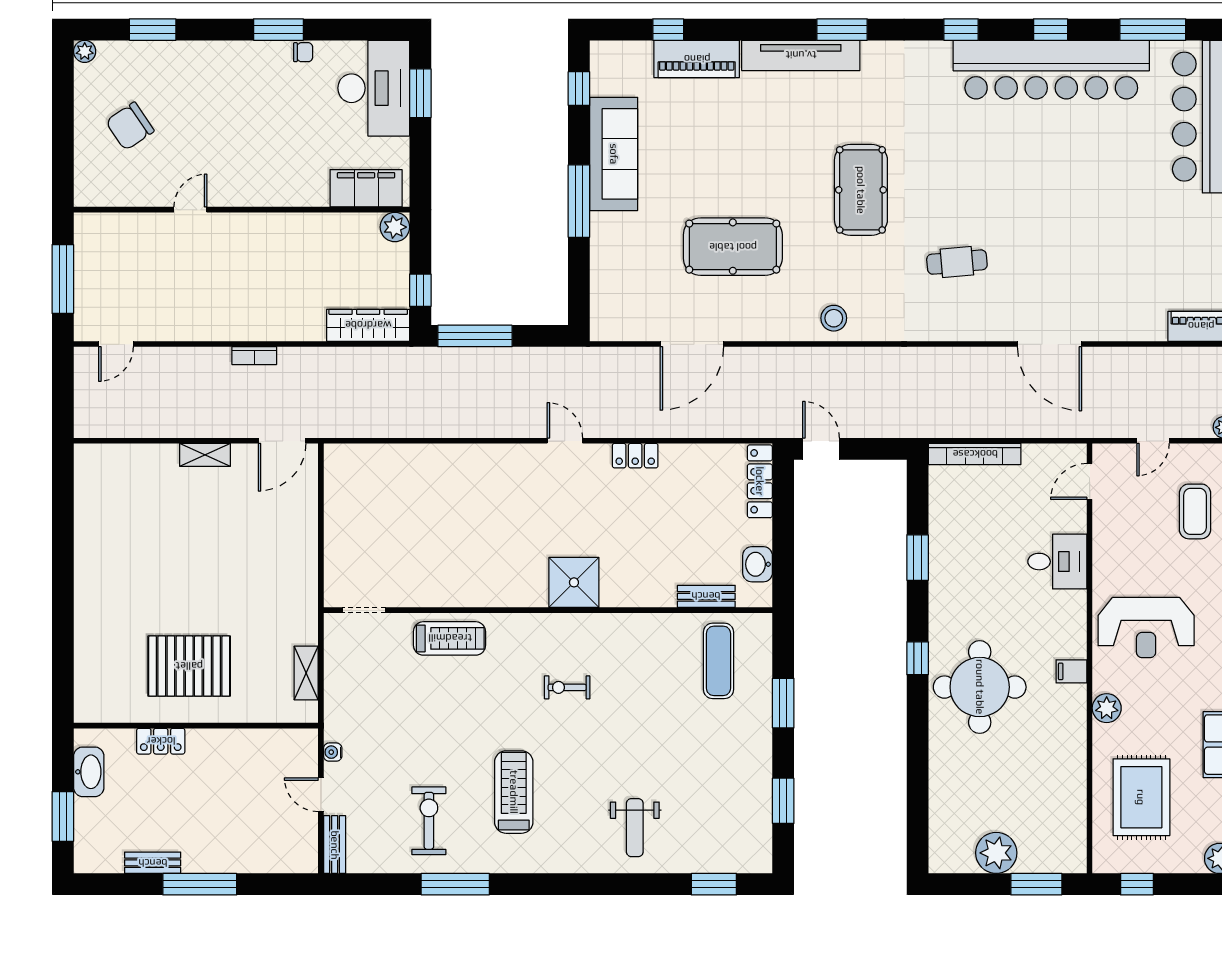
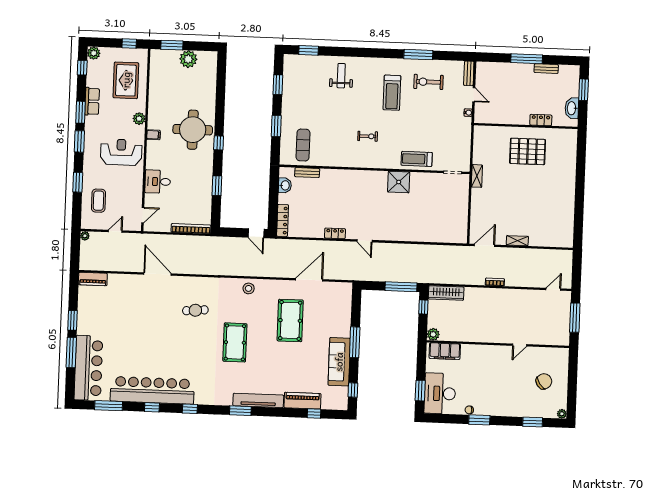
pool table: (733, 247) -> (290, 320), turned 90
shower: (574, 582) -> (399, 182), moved
shelving: (306, 673) -> (477, 176), moved
exercise bike: (429, 821) -> (428, 82), turned 90

